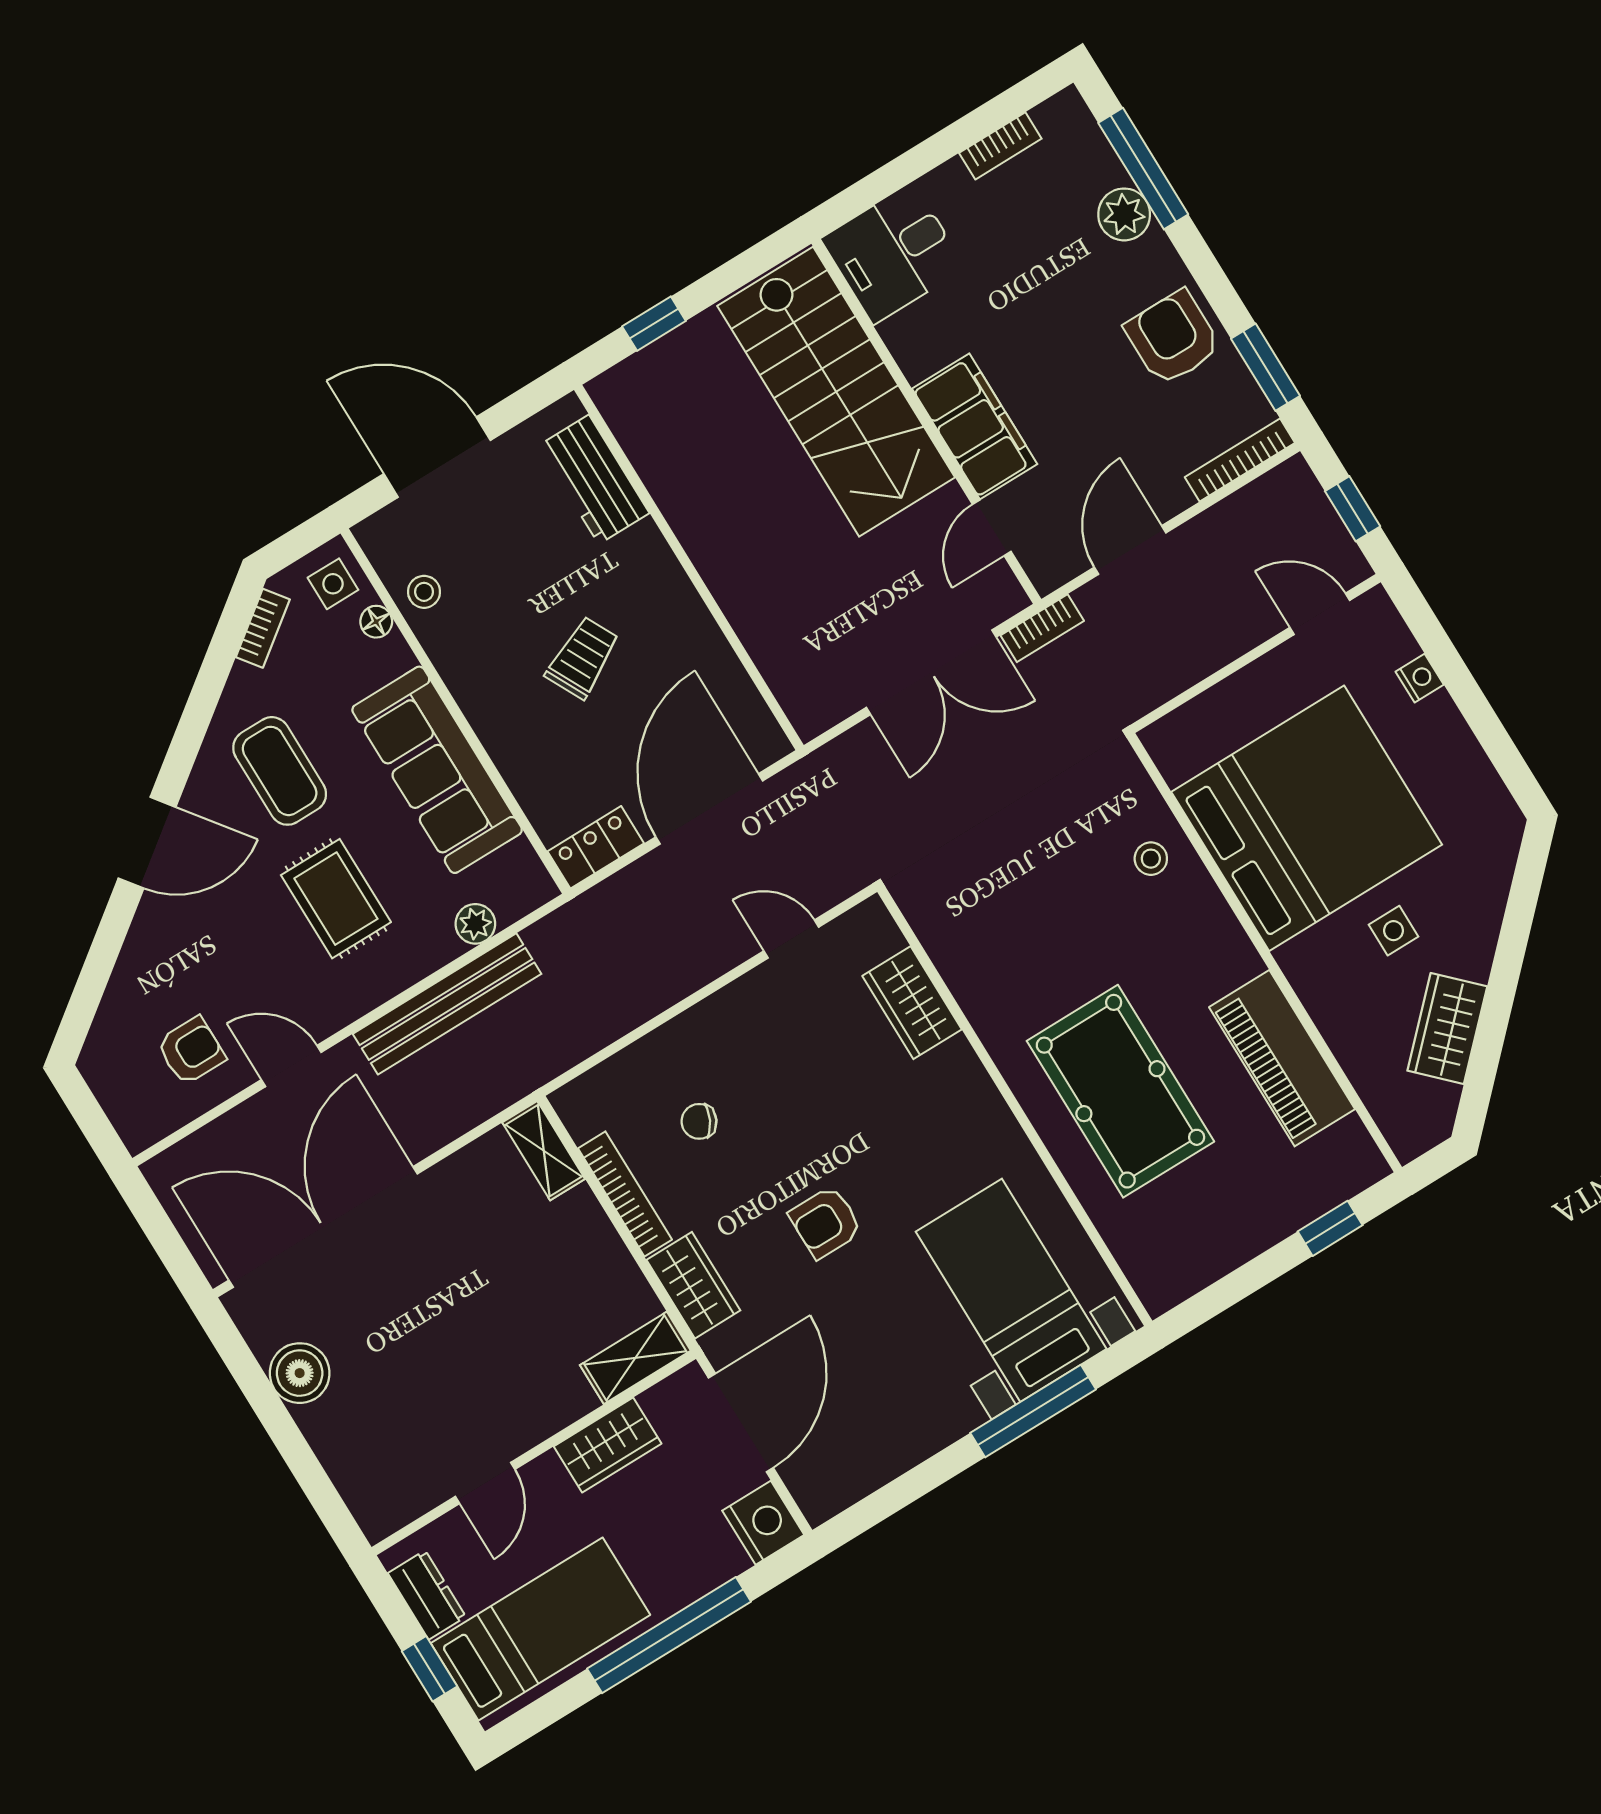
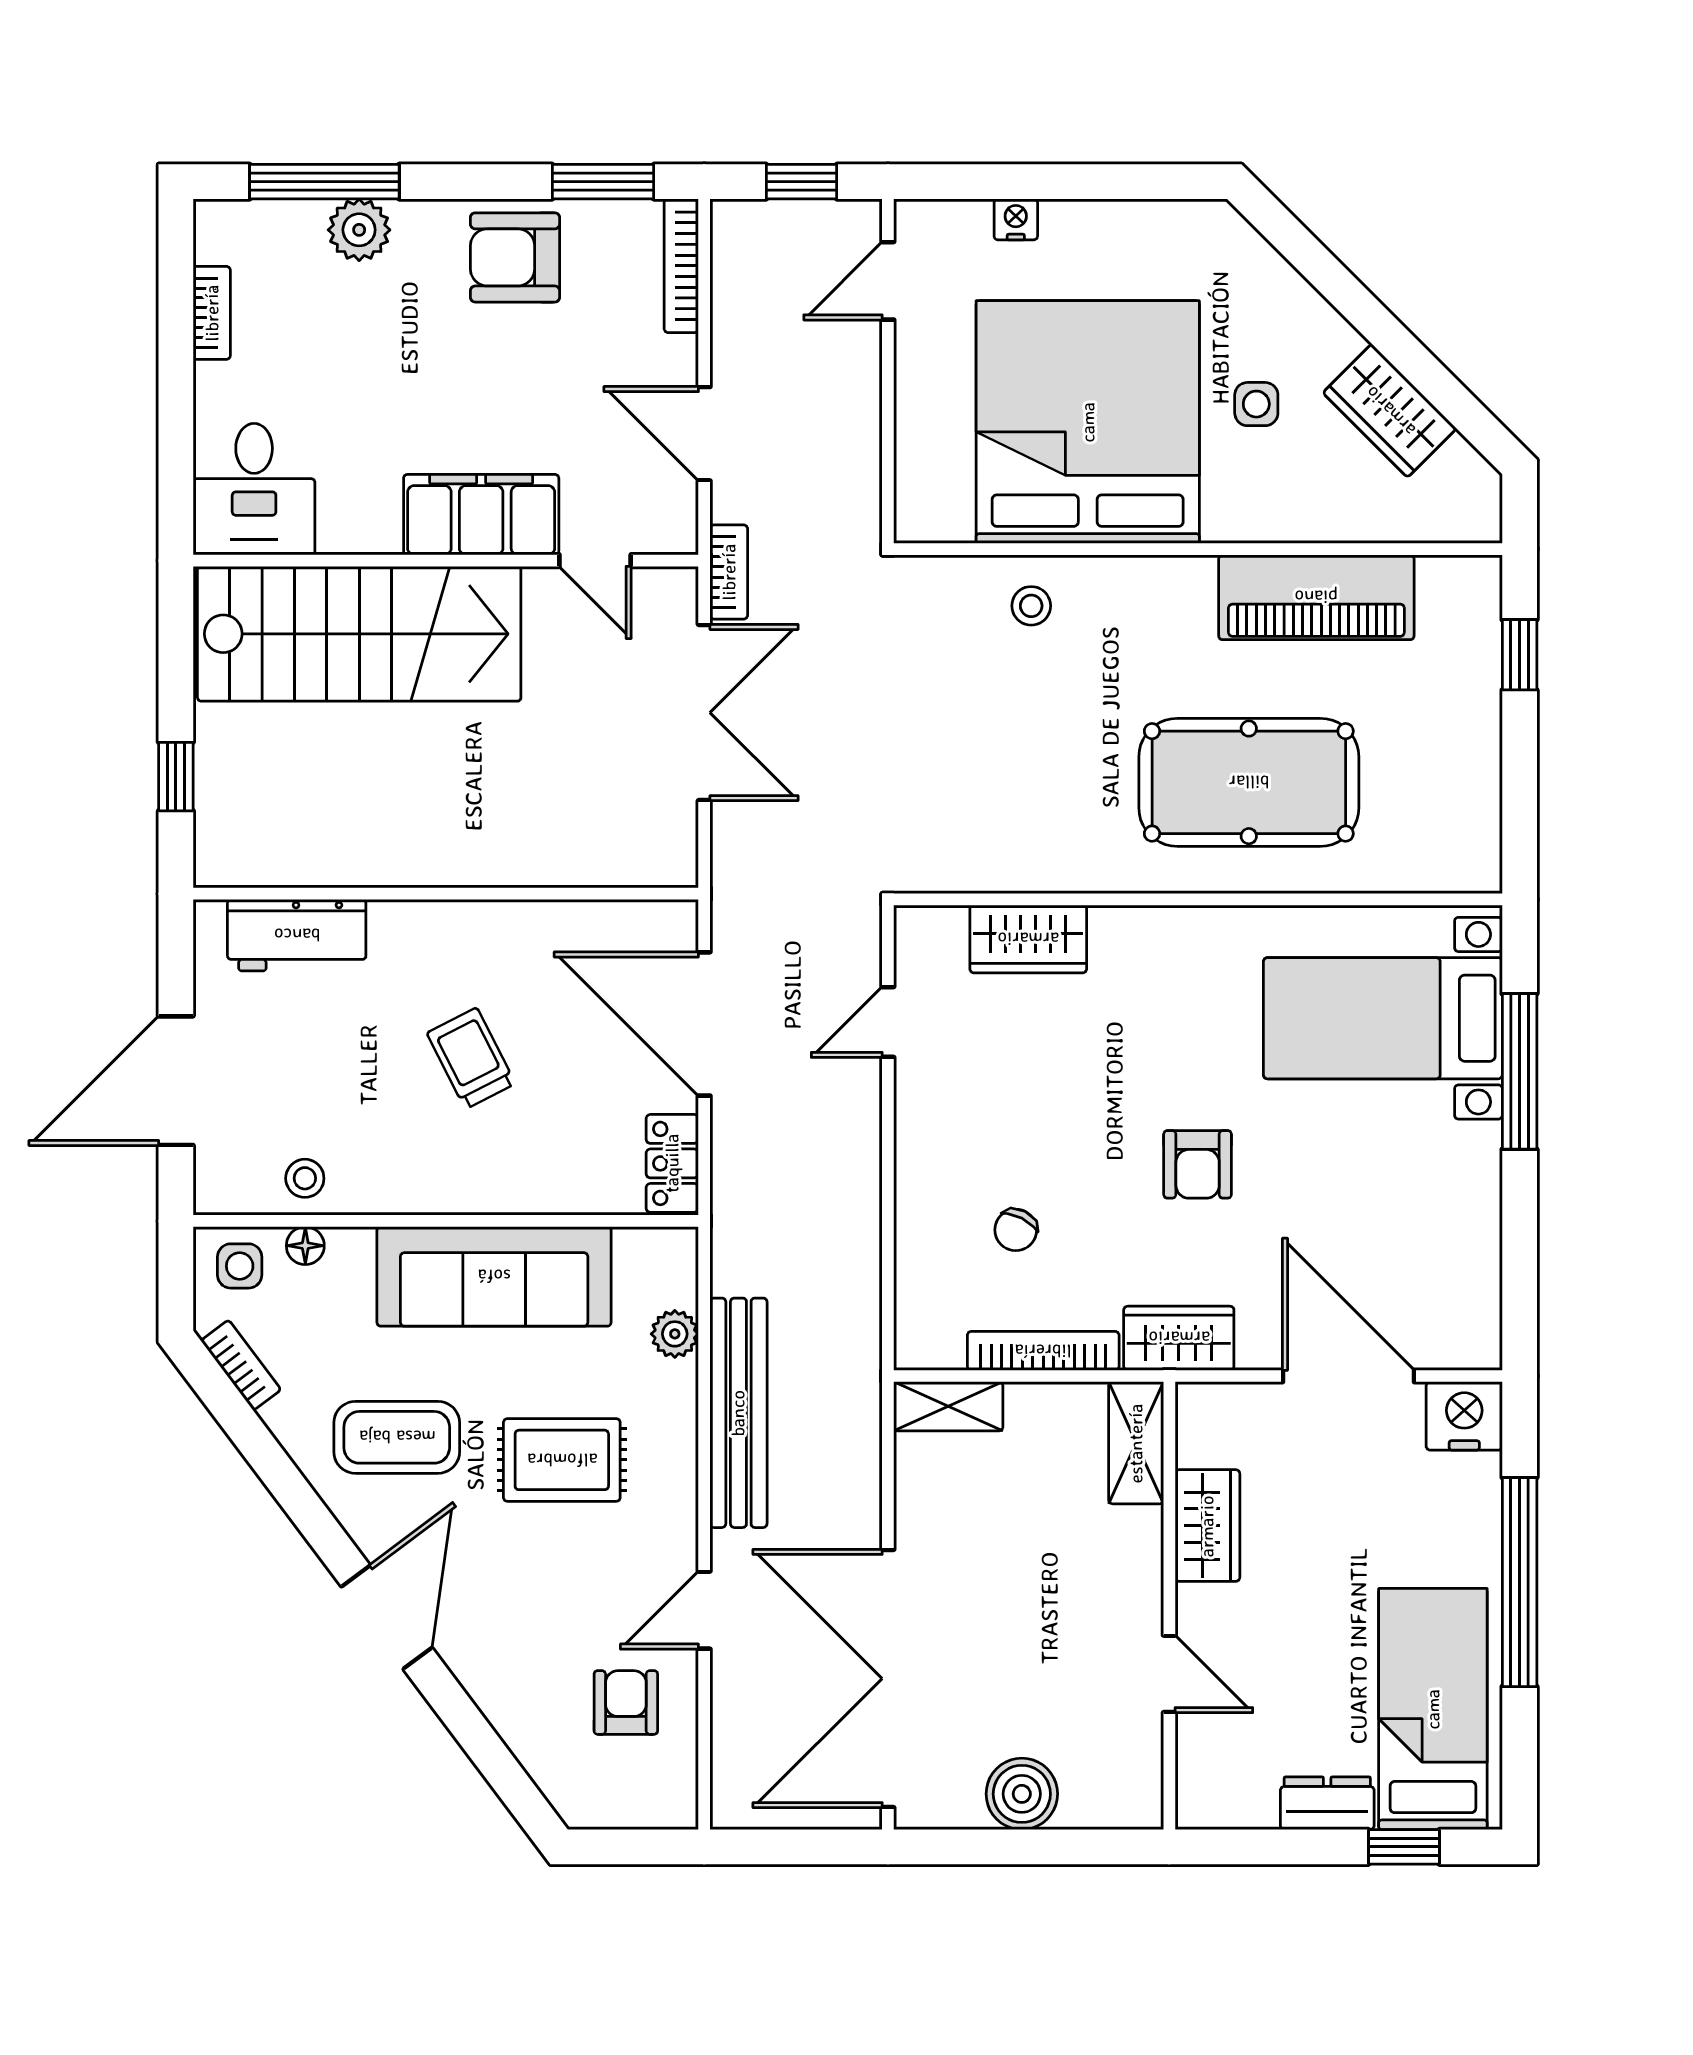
shelving: (635, 1358) -> (1136, 1443), moved
wardrobe: (608, 1445) -> (1207, 1526), moved
wall: (534, 1453) -> (1169, 1606), moved
door: (485, 1483) -> (1169, 1674), moved

